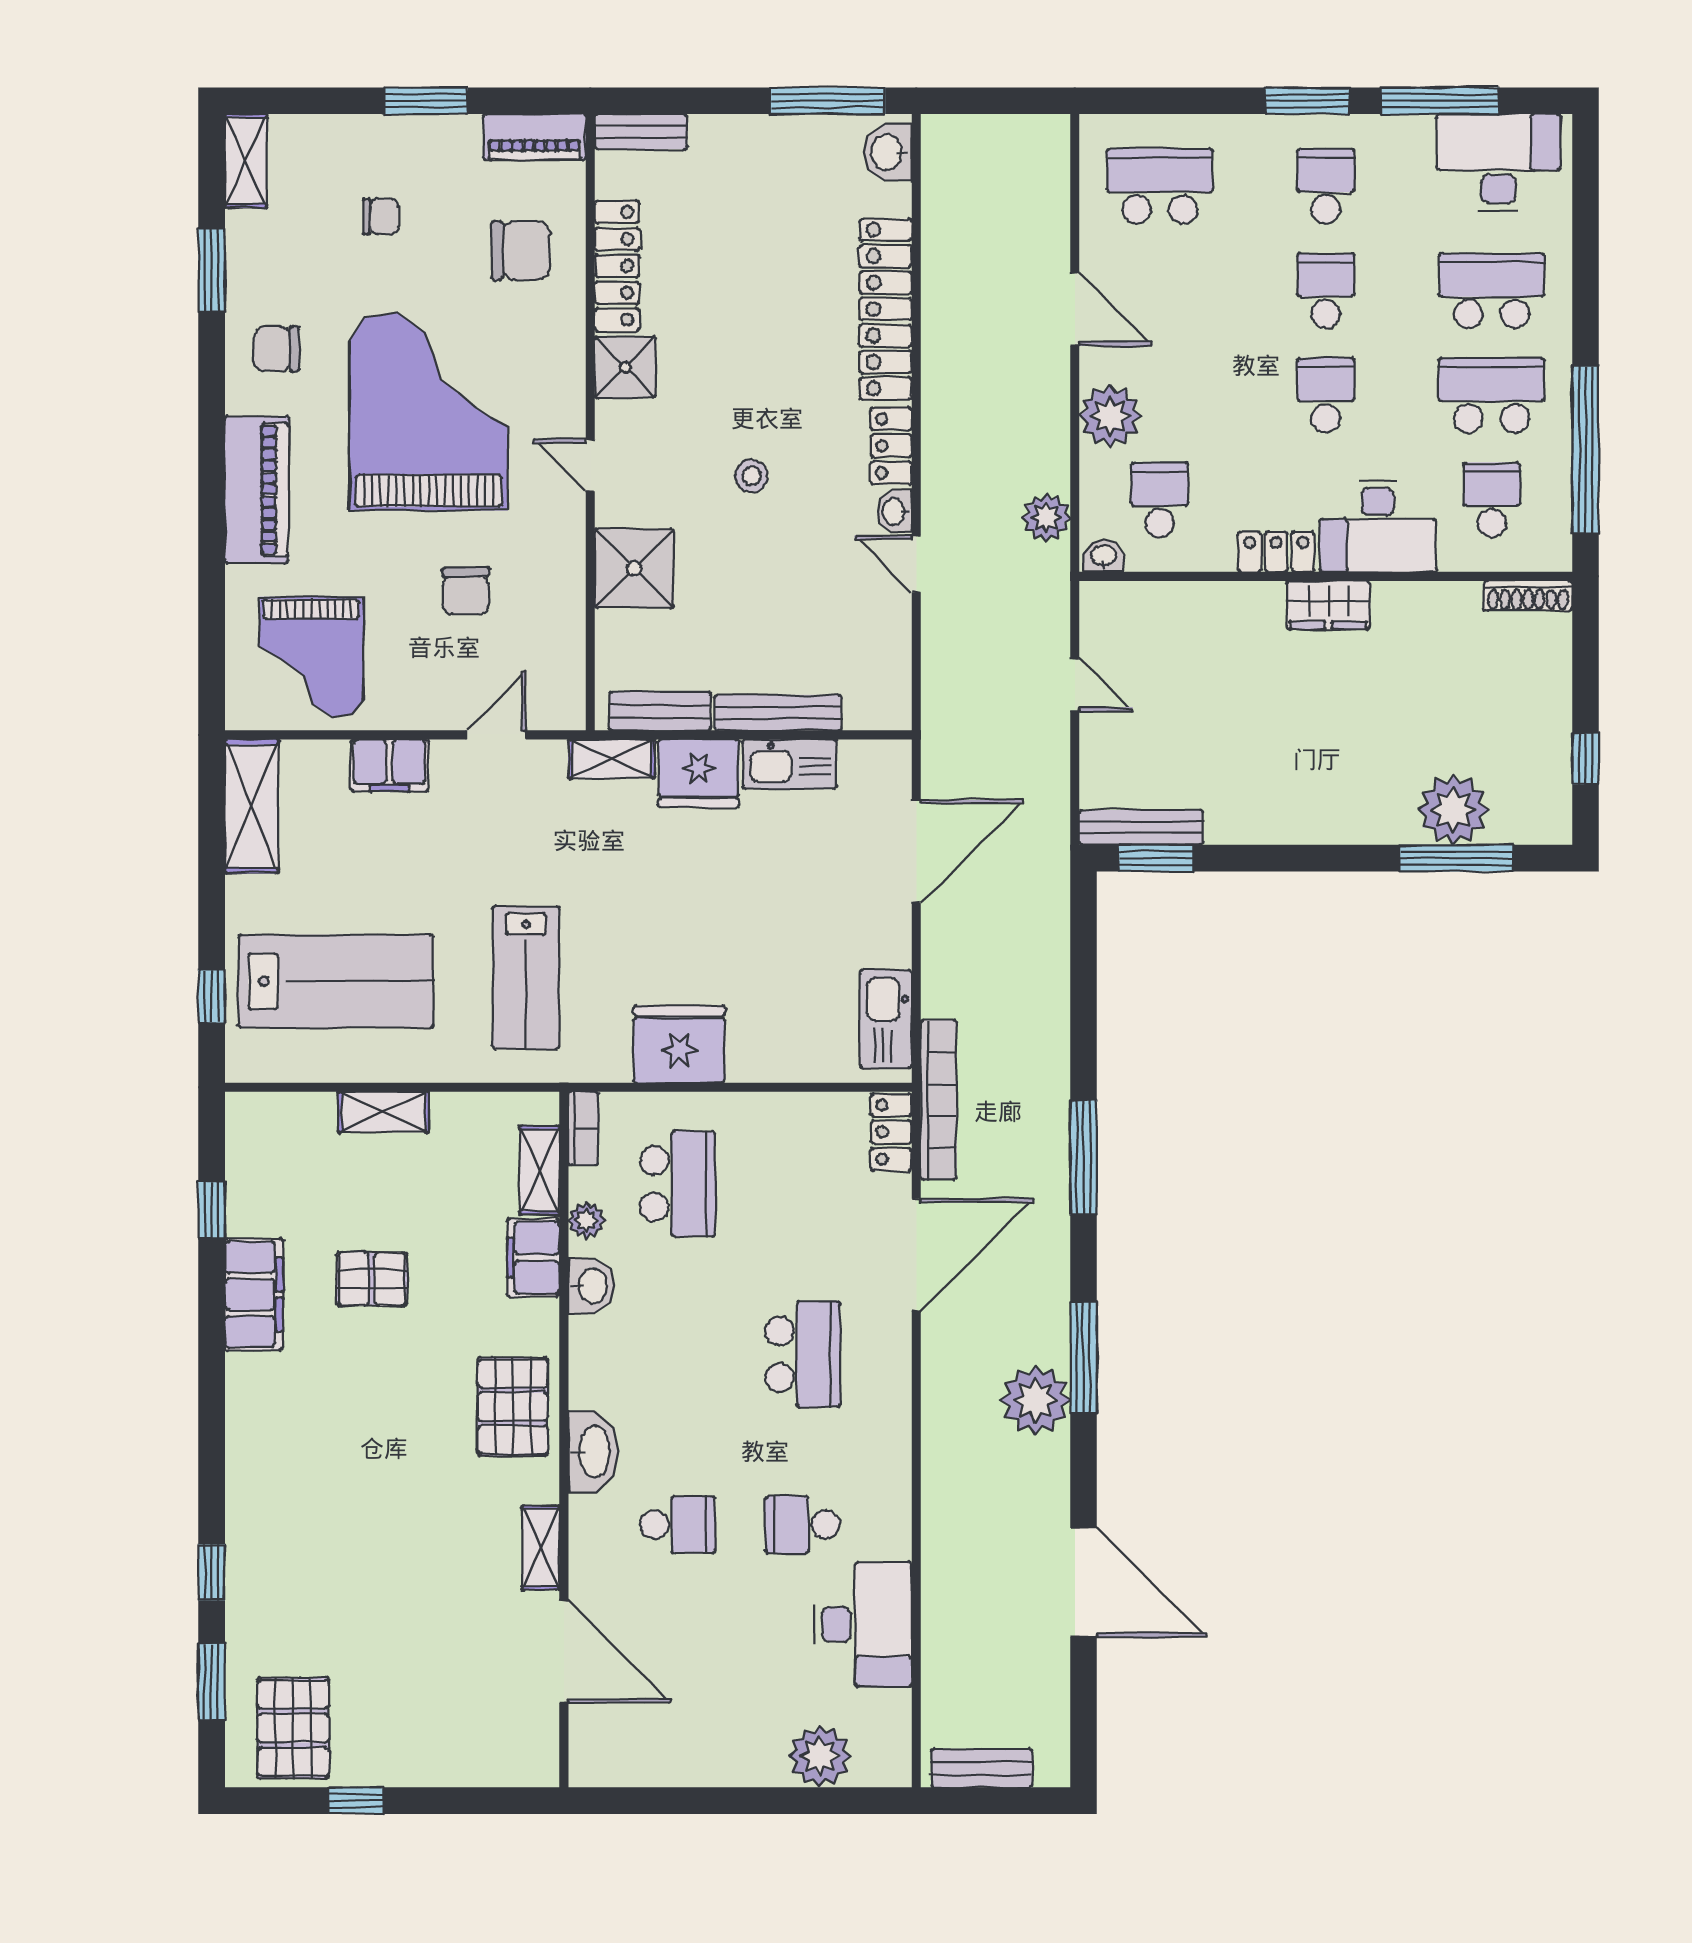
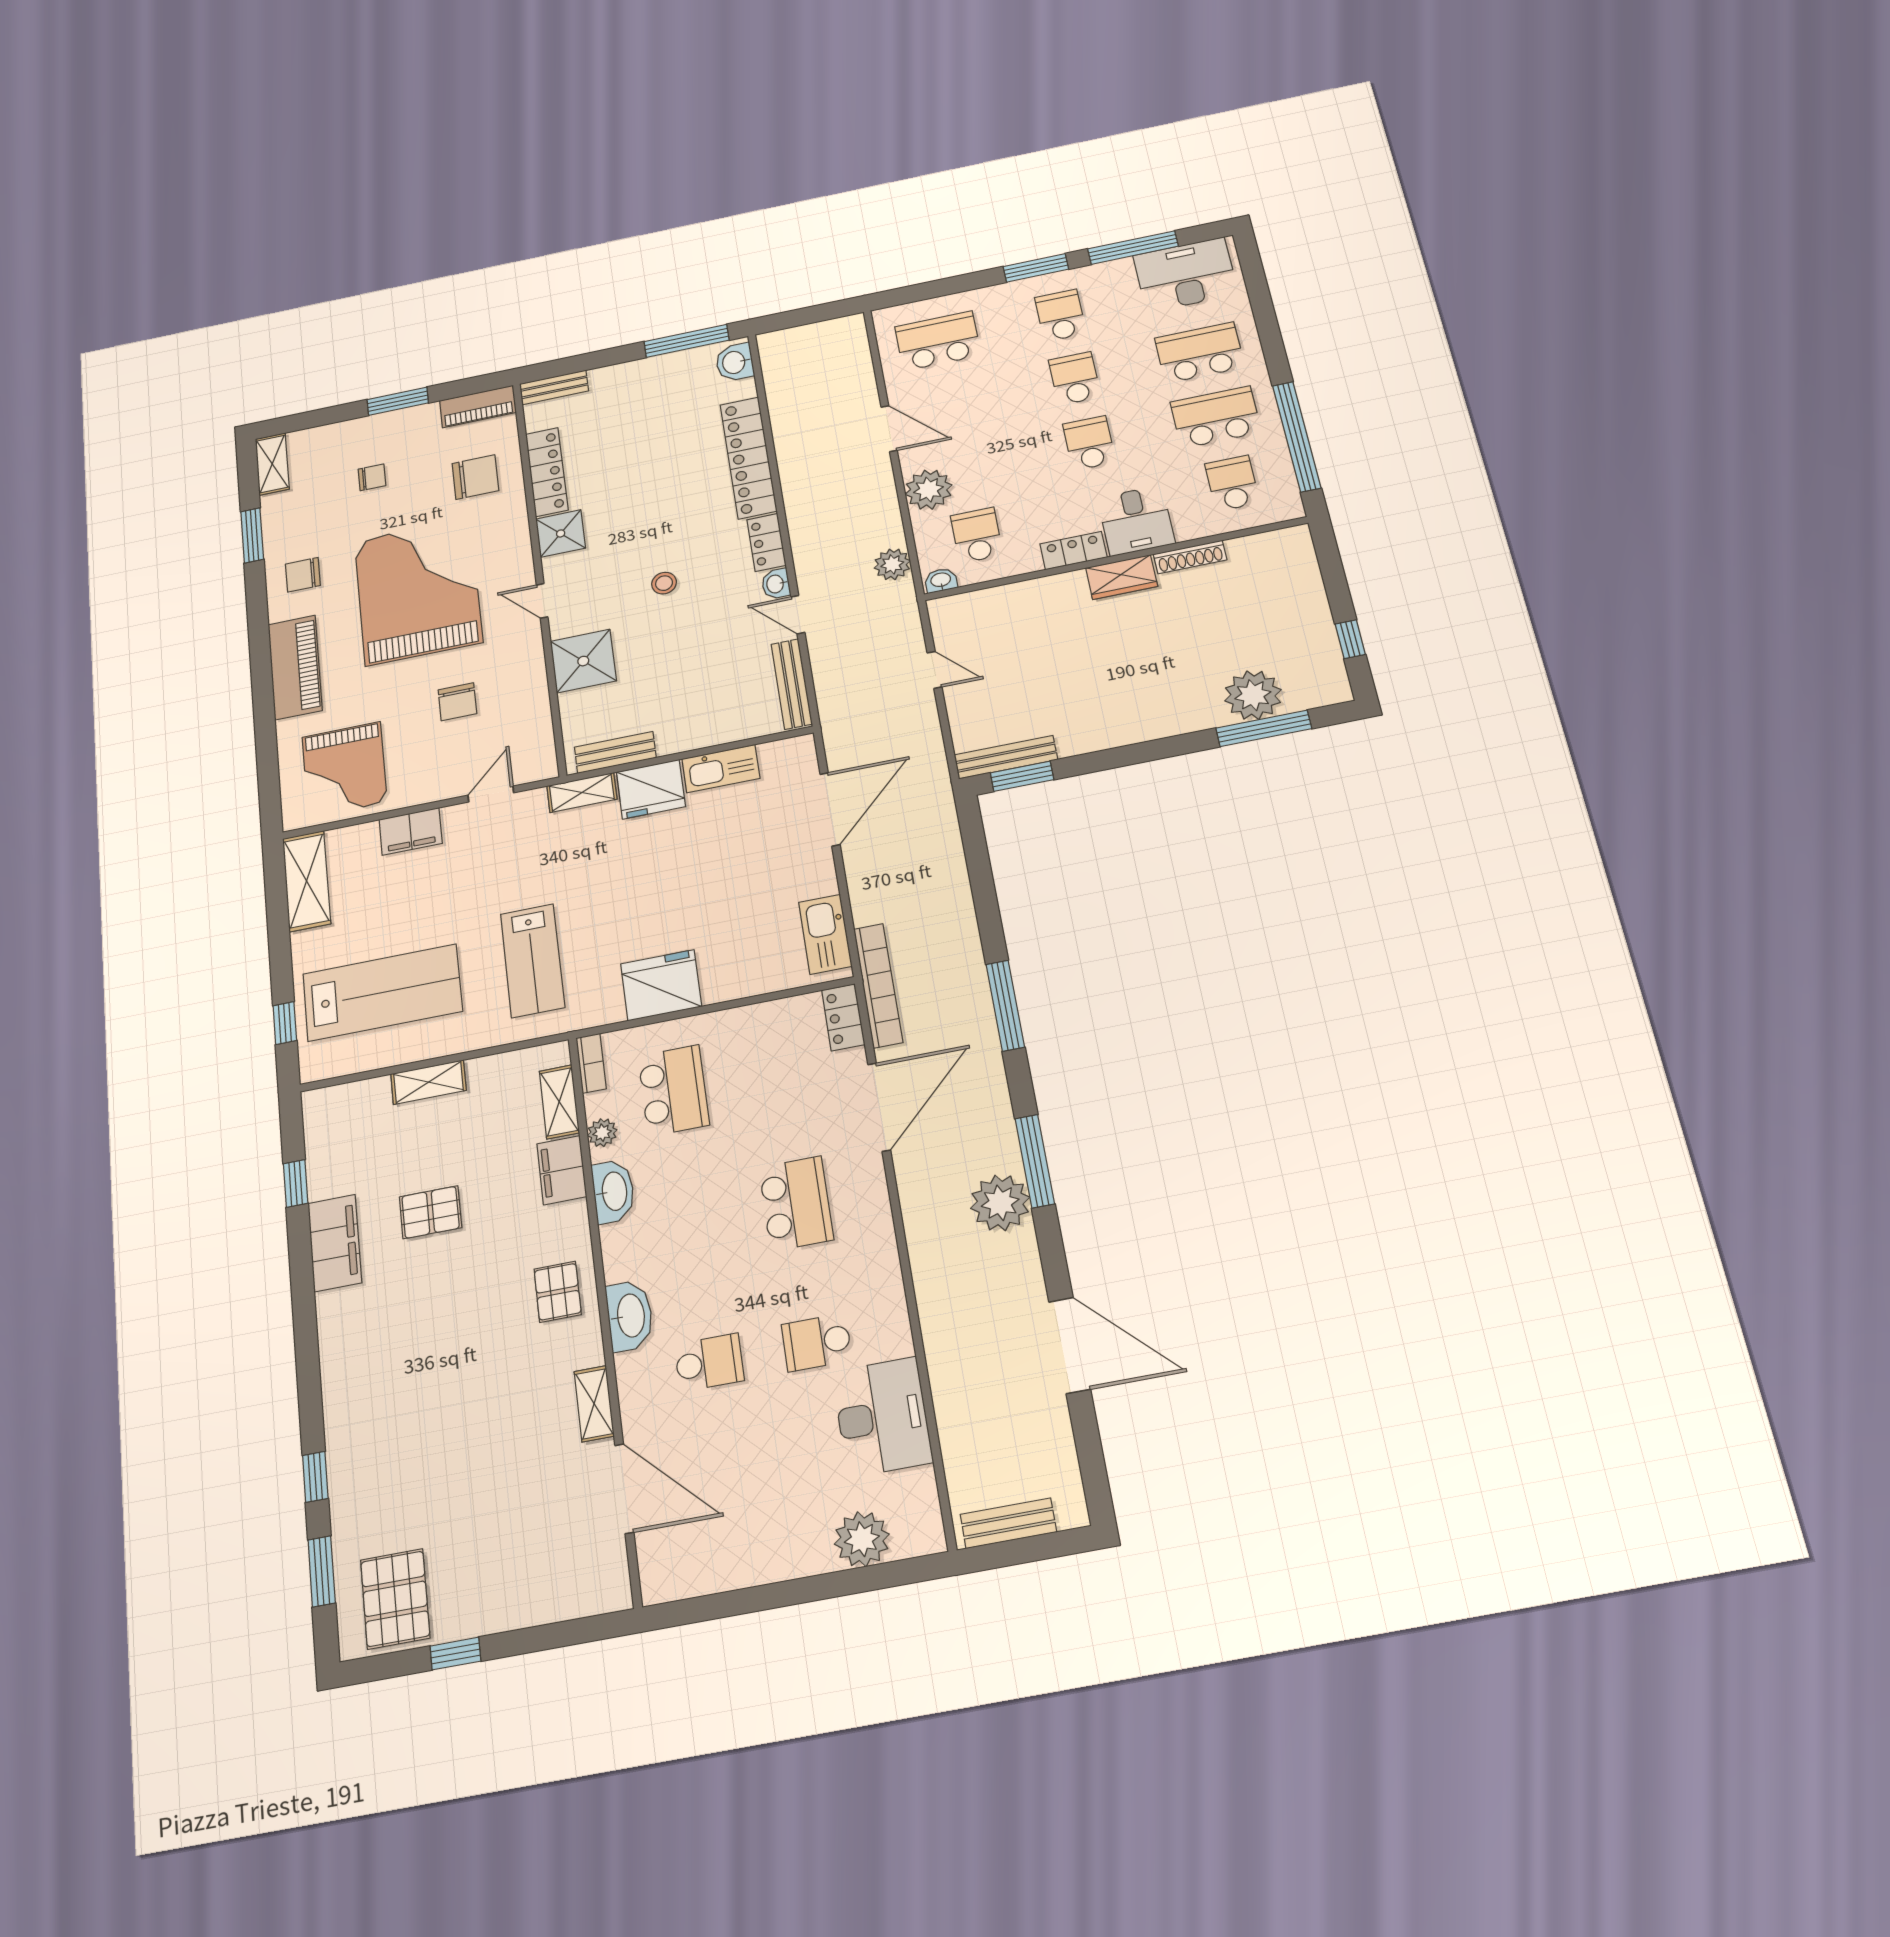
desk: (1378, 526) -> (1136, 521), width x0.73
shoe rack: (1528, 596) -> (1190, 557), moved
bench: (778, 713) -> (792, 684), moved, turned 90
washbasin: (591, 1286) -> (613, 1191), width x1.38
pallet: (513, 1407) -> (558, 1292), width x0.67, depth x0.71

